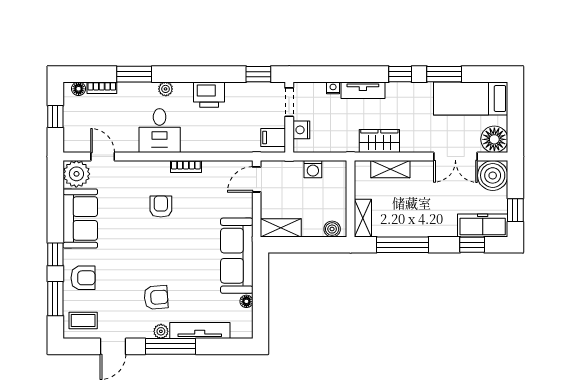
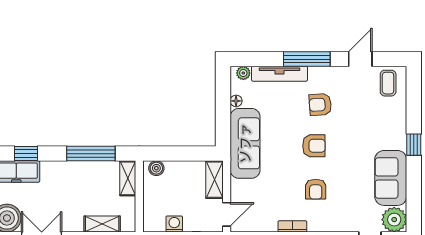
shelving: (281, 228) -> (214, 180), moved, turned 90
armchair: (83, 278) -> (314, 146), moved, turned 180
window: (55, 299) -> (414, 103), removed
coffee table: (83, 321) -> (388, 83), turned 90
plant: (161, 331) -> (243, 73), moved

